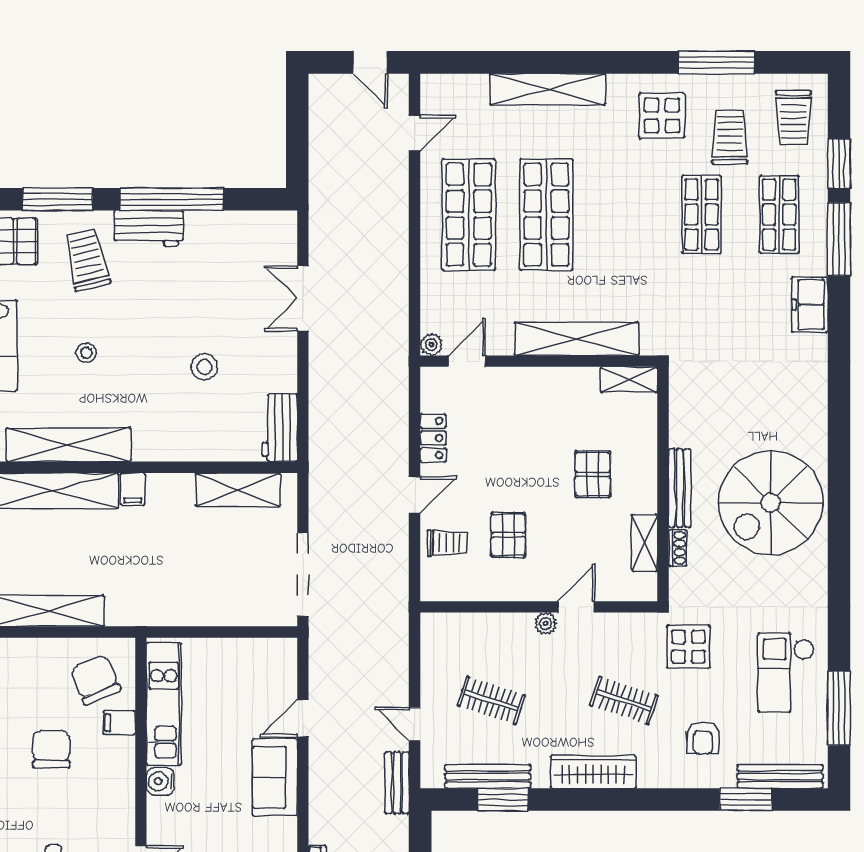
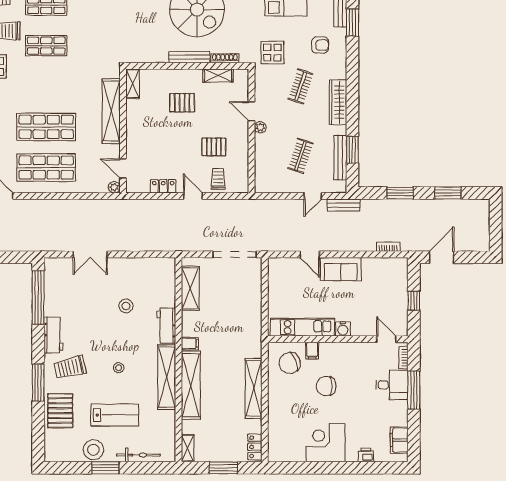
window: (172, 199) -> (38, 297), moved
workbench: (280, 428) -> (166, 326), moved, turned 90
shoe rack: (678, 548) -> (225, 58), width x1.43

